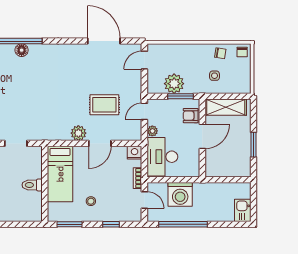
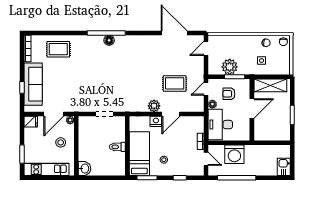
armchair: (191, 116) -> (229, 94), moved
nightstand: (135, 153) -> (156, 121), moved
bed: (60, 174) -> (139, 154), moved, turned 180

